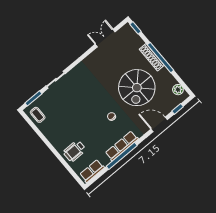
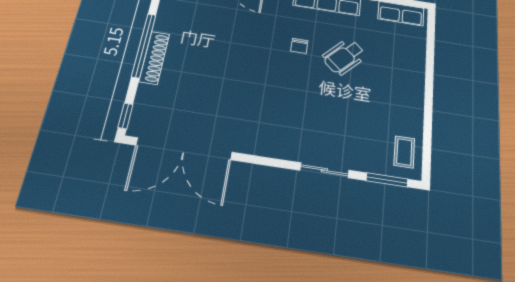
double door: (105, 38) -> (184, 149), width x1.87
spiral stairs: (137, 88) -> (222, 44), removed
wheelchair: (75, 151) -> (344, 57), moved, turned 133

